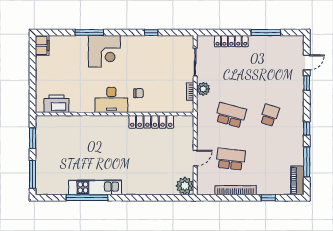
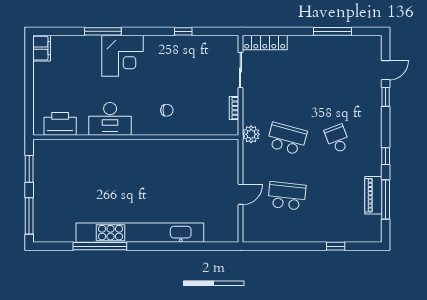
locker: (231, 41) -> (265, 43), moved
plant: (203, 89) -> (251, 134), moved
desk: (111, 100) -> (110, 119), moved
school desk: (270, 115) -> (337, 139), turned -39
locker: (151, 122) -> (183, 147), removed
piano: (297, 180) -> (373, 195), moved
plant: (185, 186) -> (227, 231), removed
kitchen unit: (95, 187) -> (140, 233), width x1.86
bookcase: (236, 190) -> (293, 236), removed

